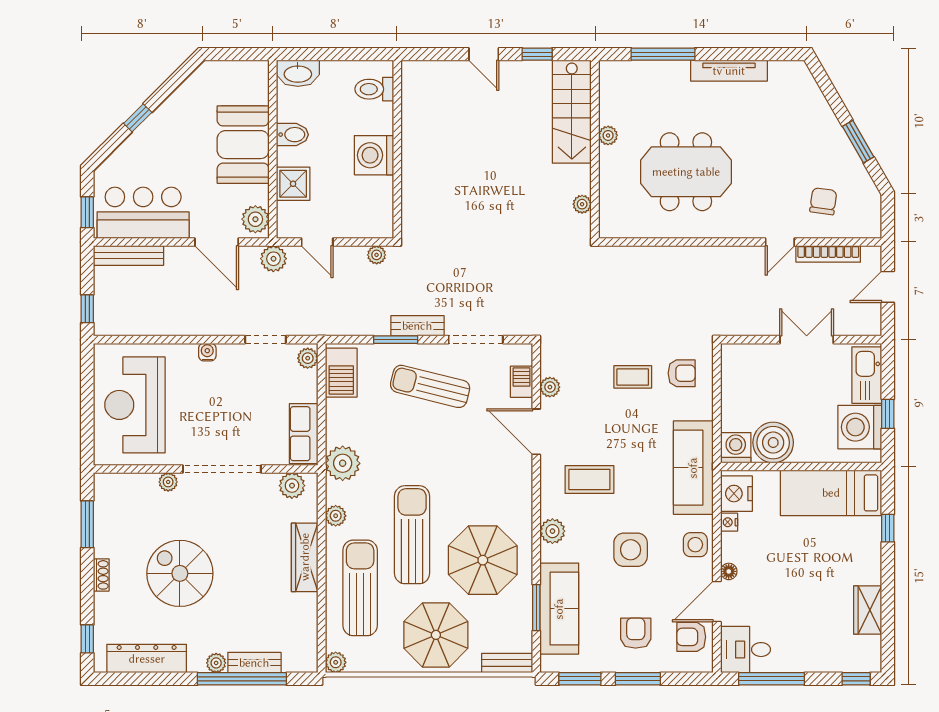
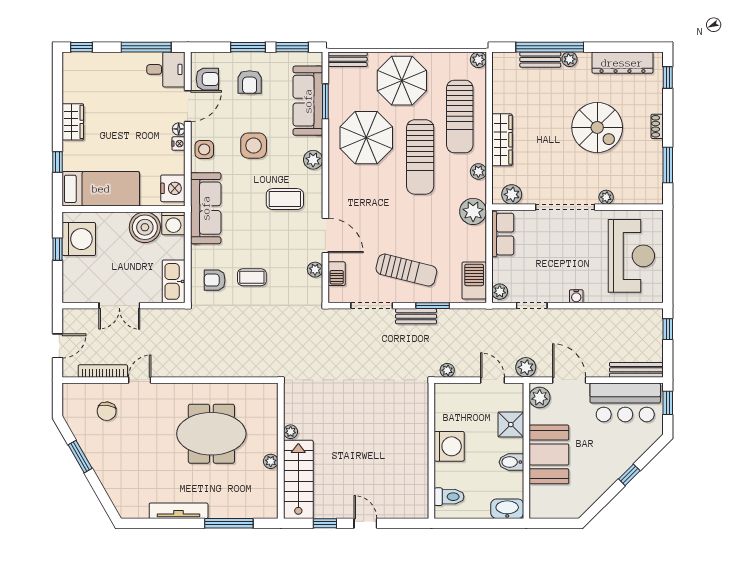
plant: (582, 204) -> (291, 432), moved
kitchen sink: (867, 375) -> (174, 281), moved, turned 180
nightstand: (729, 522) -> (178, 144), moved
wardrobe: (868, 610) -> (73, 122), moved

